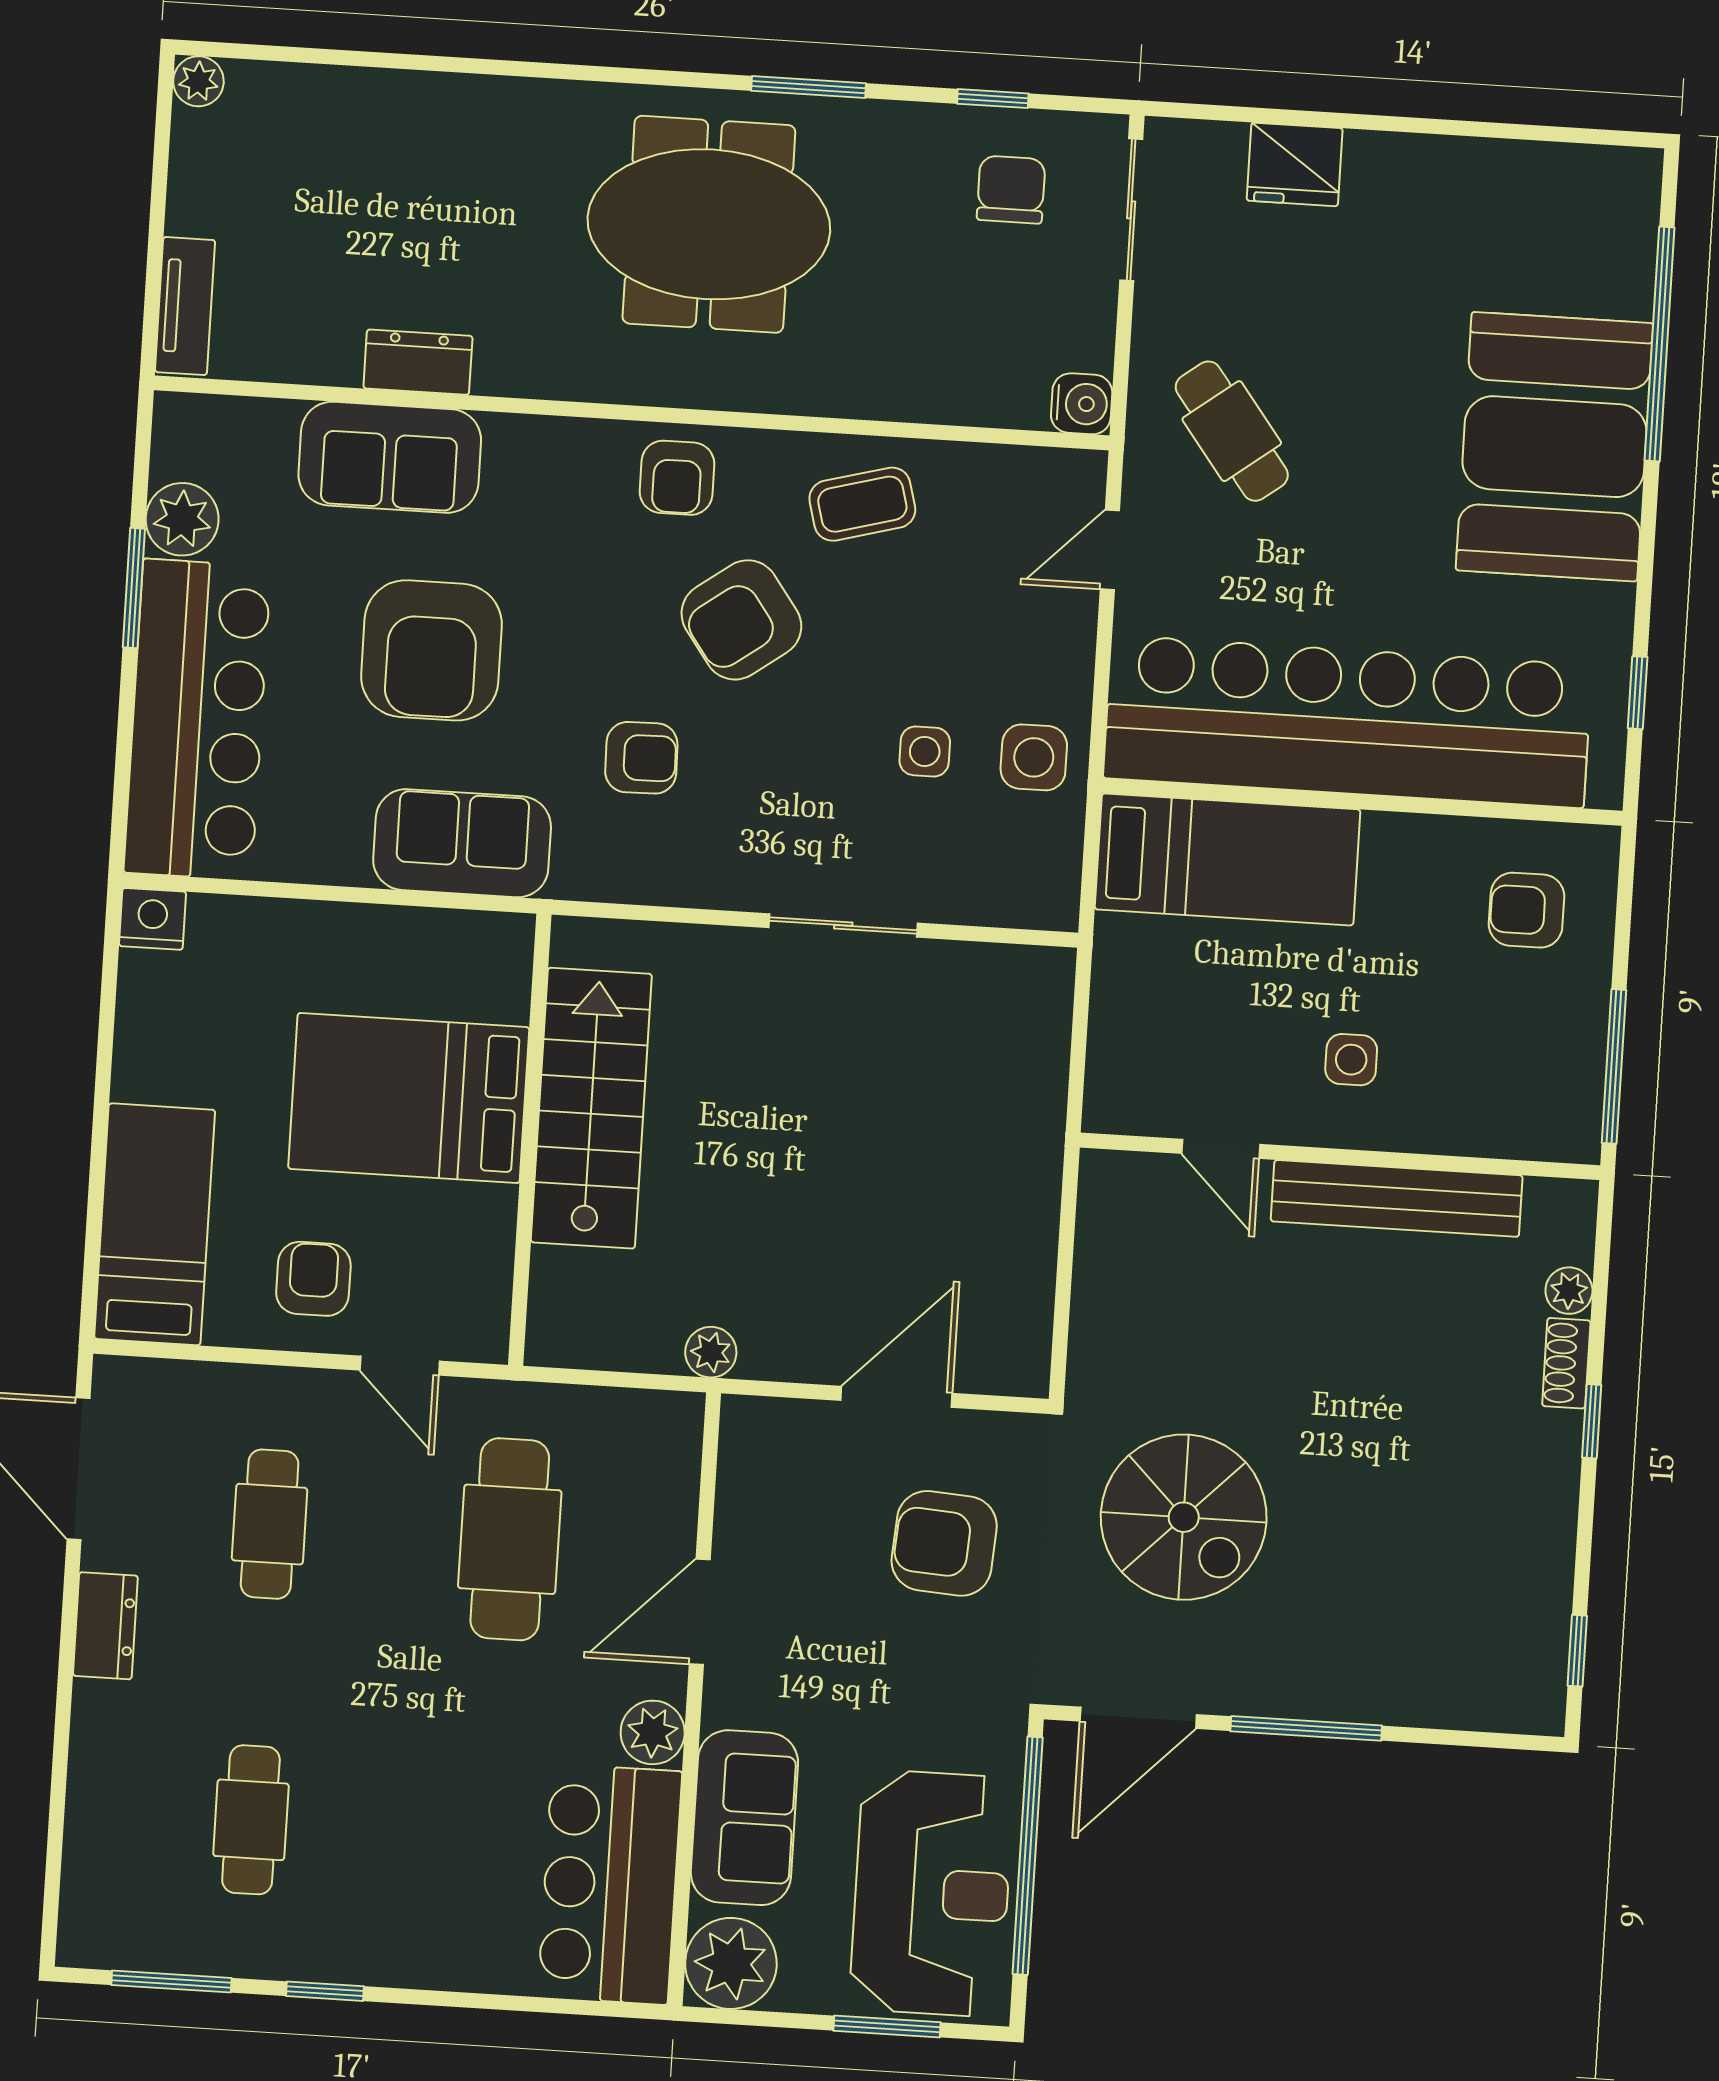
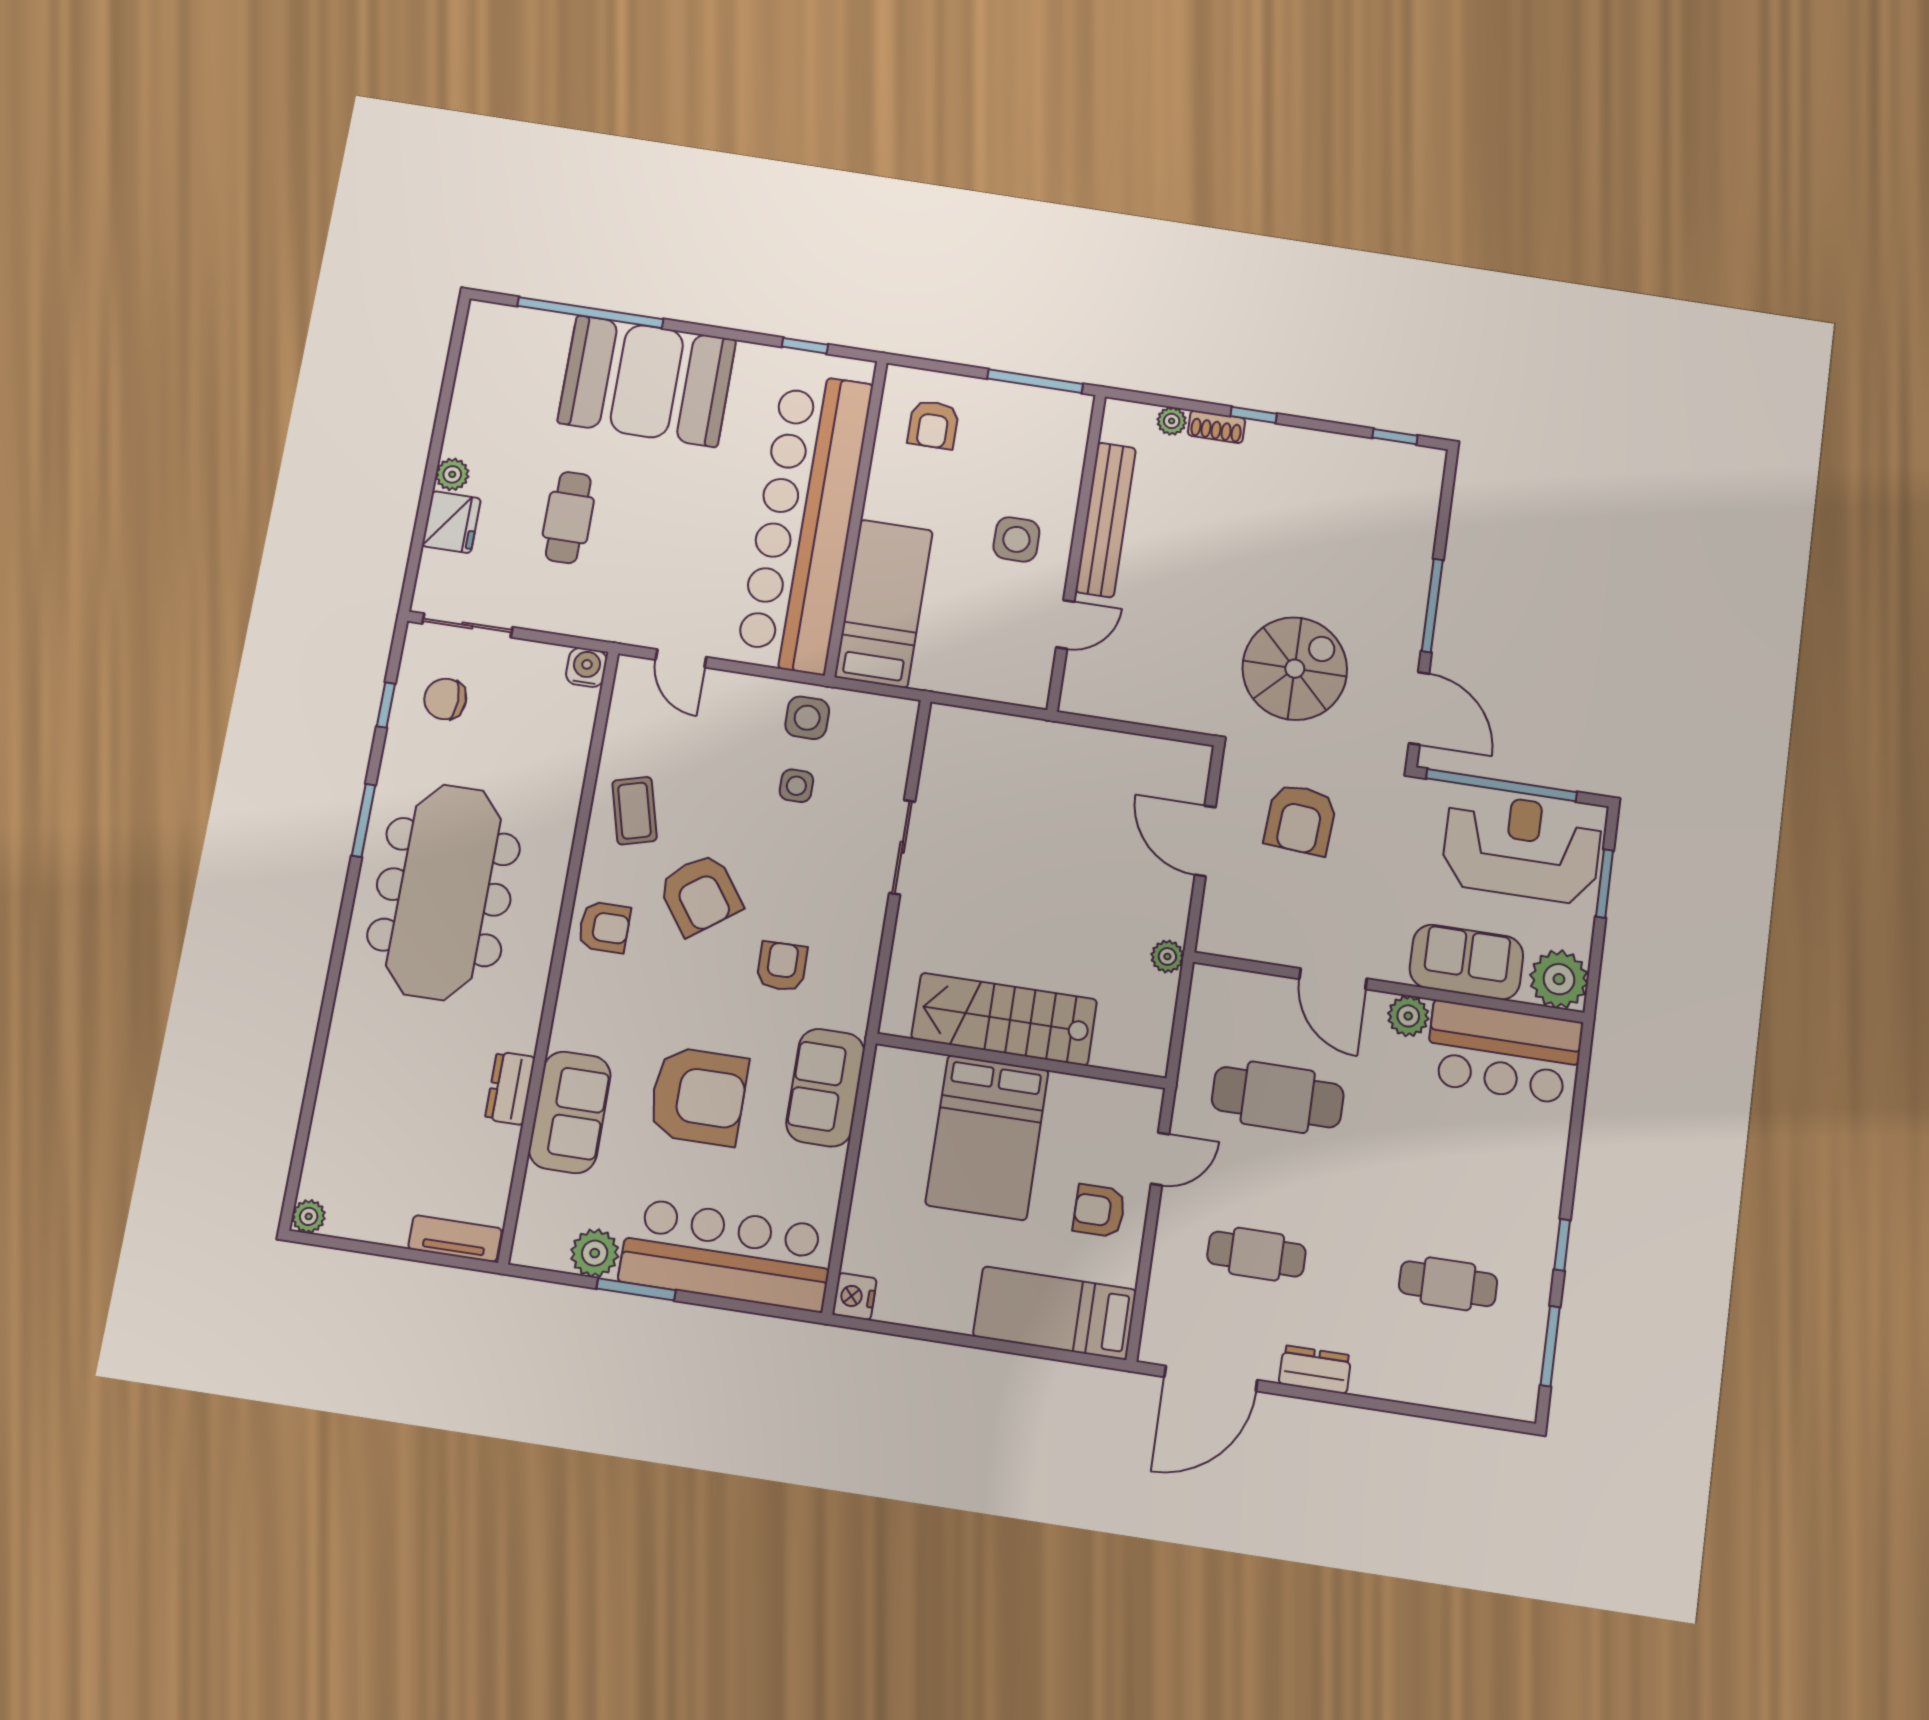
plant: (1372, 156) -> (452, 474), added
meeting table: (709, 224) -> (444, 892), width x1.36
cafe table: (1232, 431) -> (568, 517), moved, turned -53
side table: (1351, 1060) -> (1016, 539), width x1.37, depth x1.37

